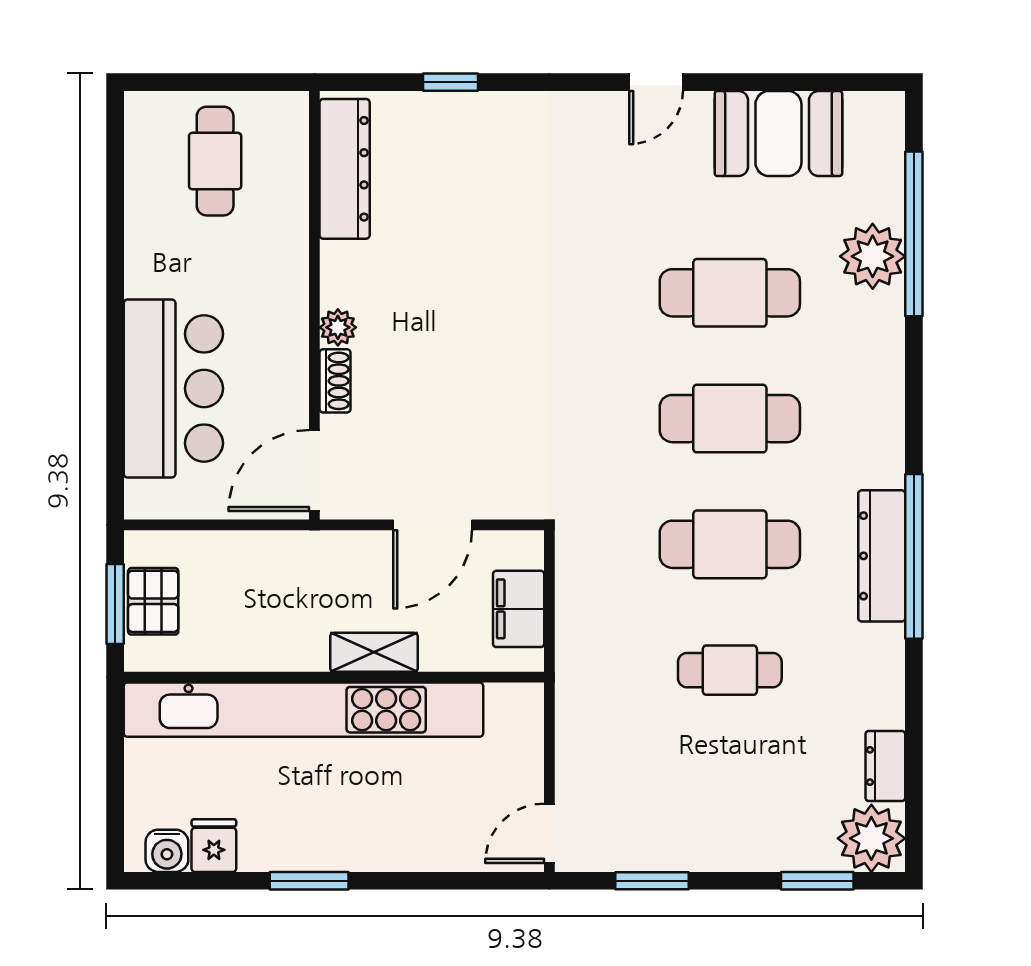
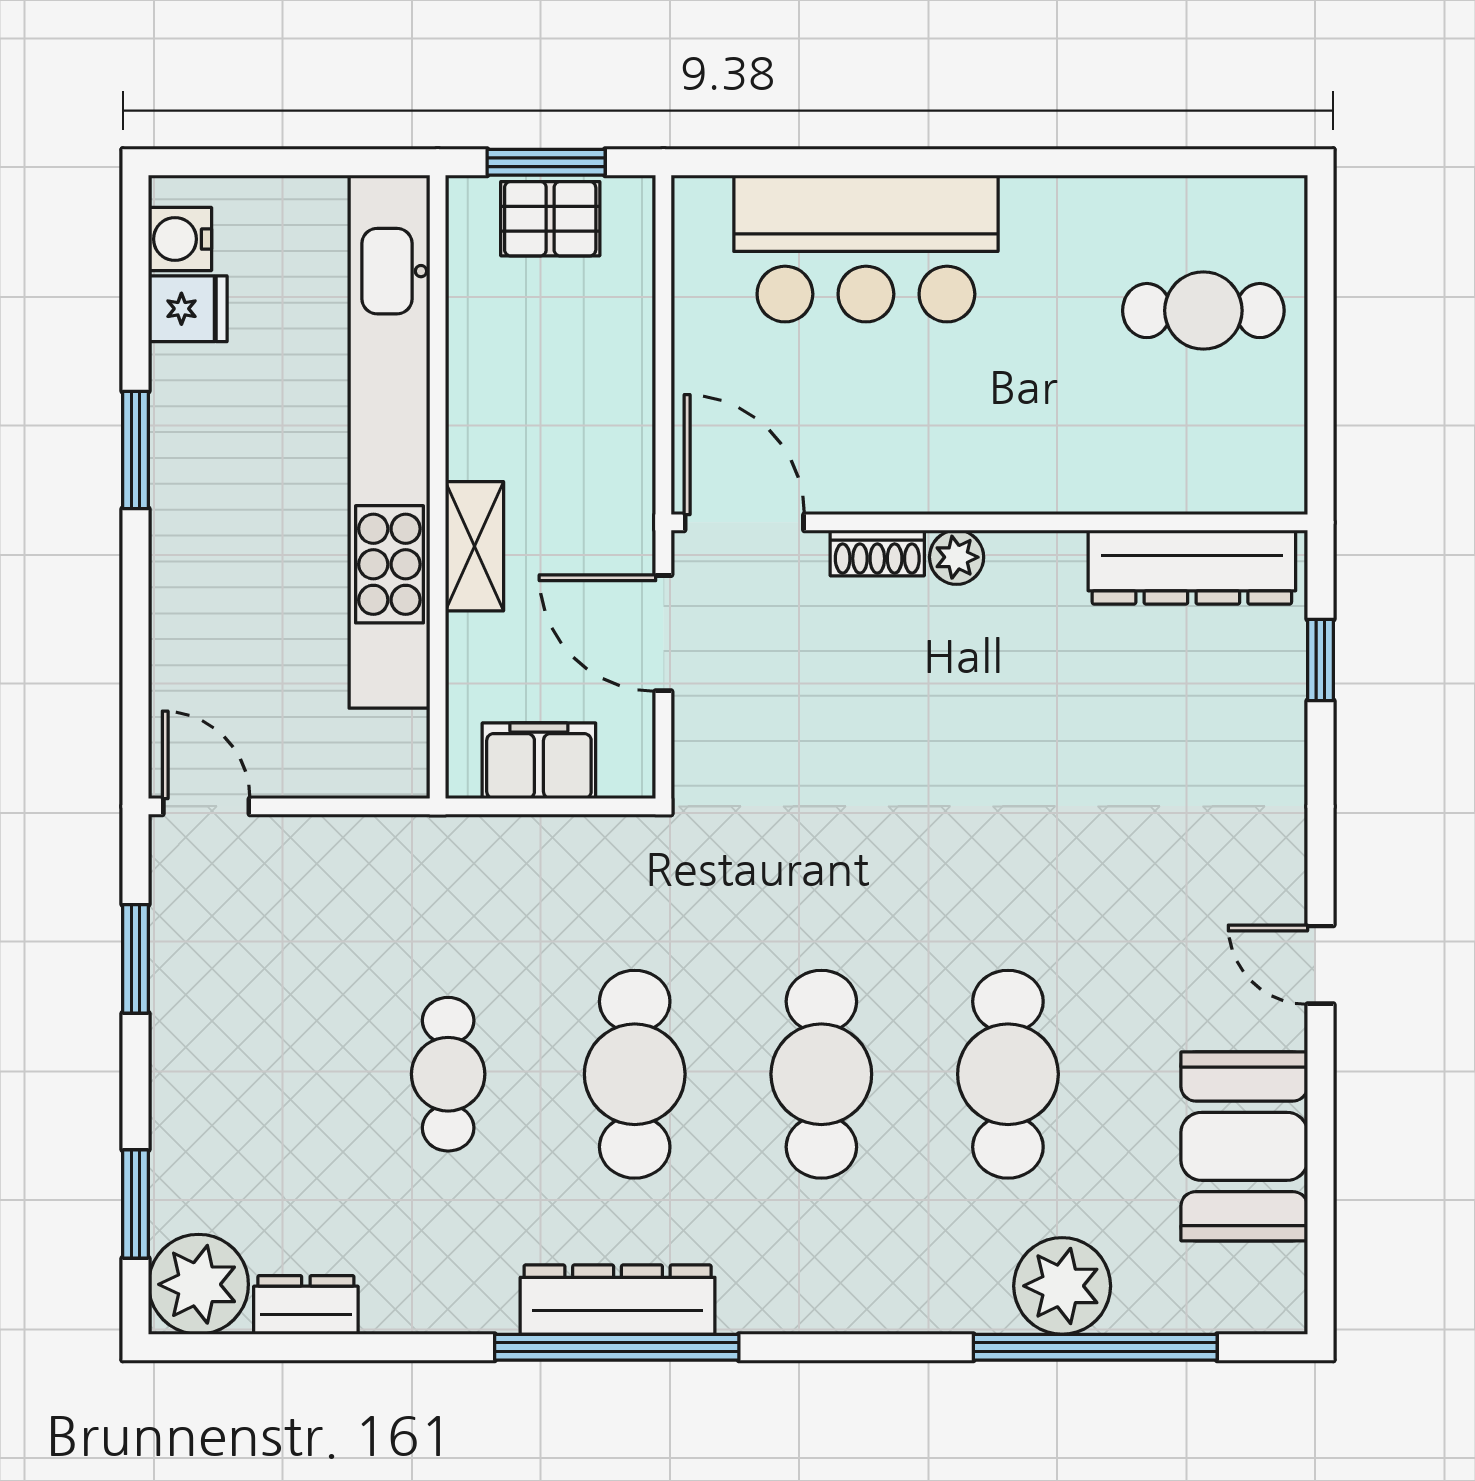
dresser: (345, 169) -> (1192, 567), moved
wall: (314, 305) -> (989, 522), moved
plant: (338, 327) -> (957, 557), moved
shoe rack: (335, 381) -> (877, 553), moved
door: (314, 471) -> (744, 522), moved

